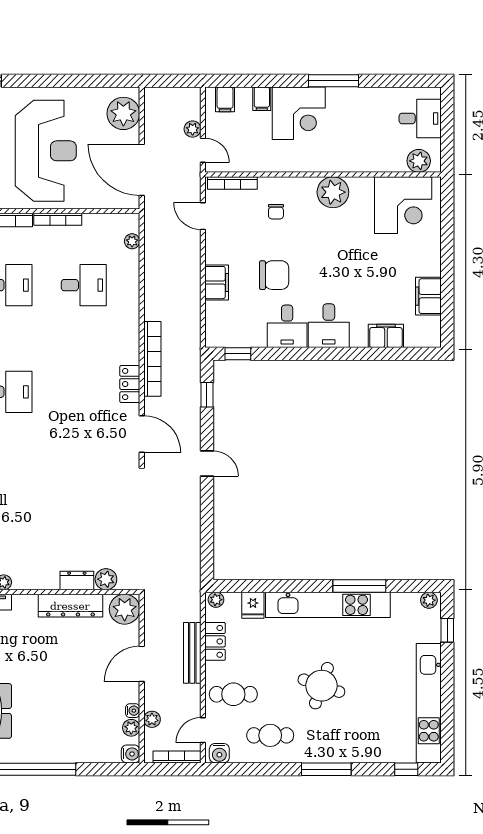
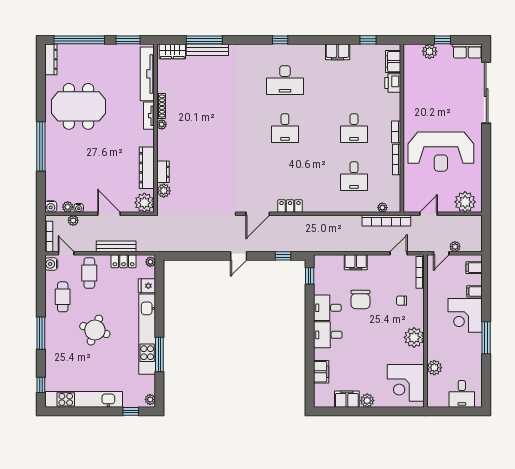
plant: (419, 161) -> (434, 368), moved
door: (142, 170) -> (429, 214), width x0.53
plant: (430, 265) -> (367, 401), added
bookcase: (152, 359) -> (386, 221), moved

